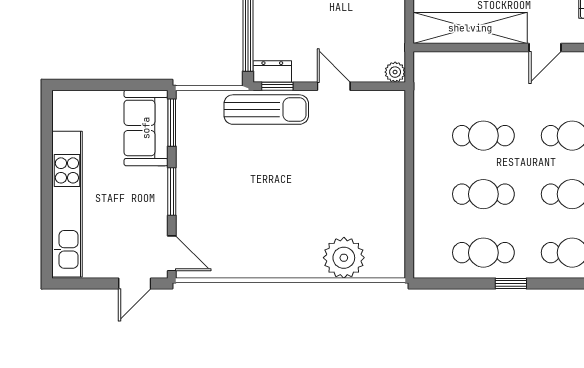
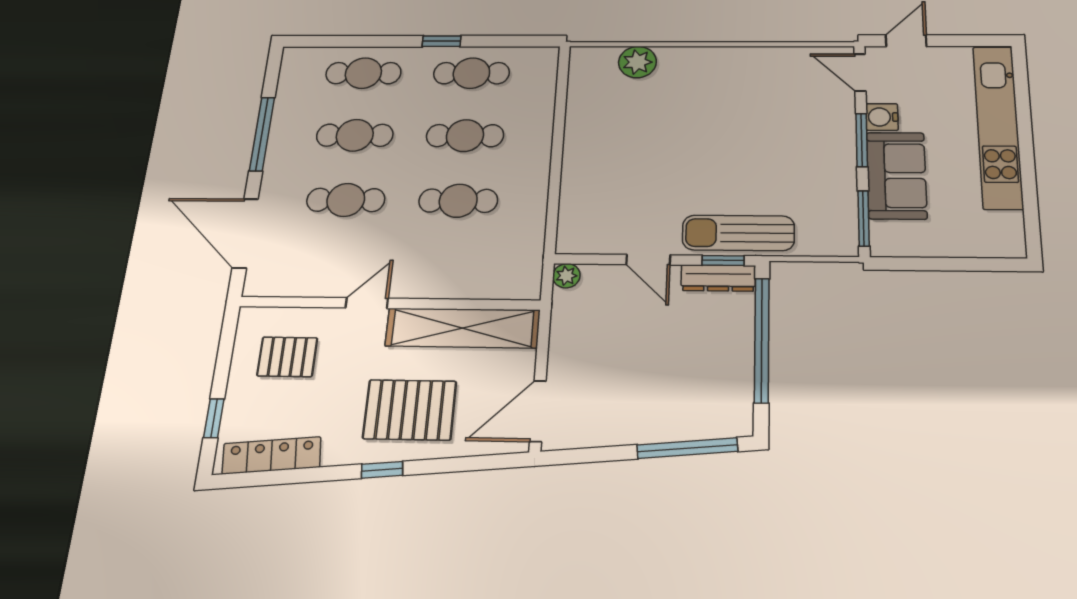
dresser: (272, 71) -> (718, 278), width x1.44
sofa: (146, 128) -> (896, 175), moved
water cooler: (156, 212) -> (882, 117), added
plant: (344, 258) -> (637, 62), width x0.73, depth x0.73

